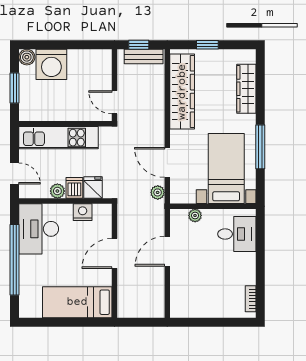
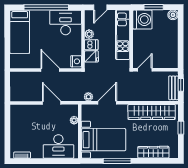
washing machine: (51, 64) -> (142, 19), moved, turned 180
nightstand: (83, 212) -> (76, 61), moved
desk: (237, 234) -> (58, 146), width x1.37
bed: (77, 302) -> (20, 32), moved, turned 180

